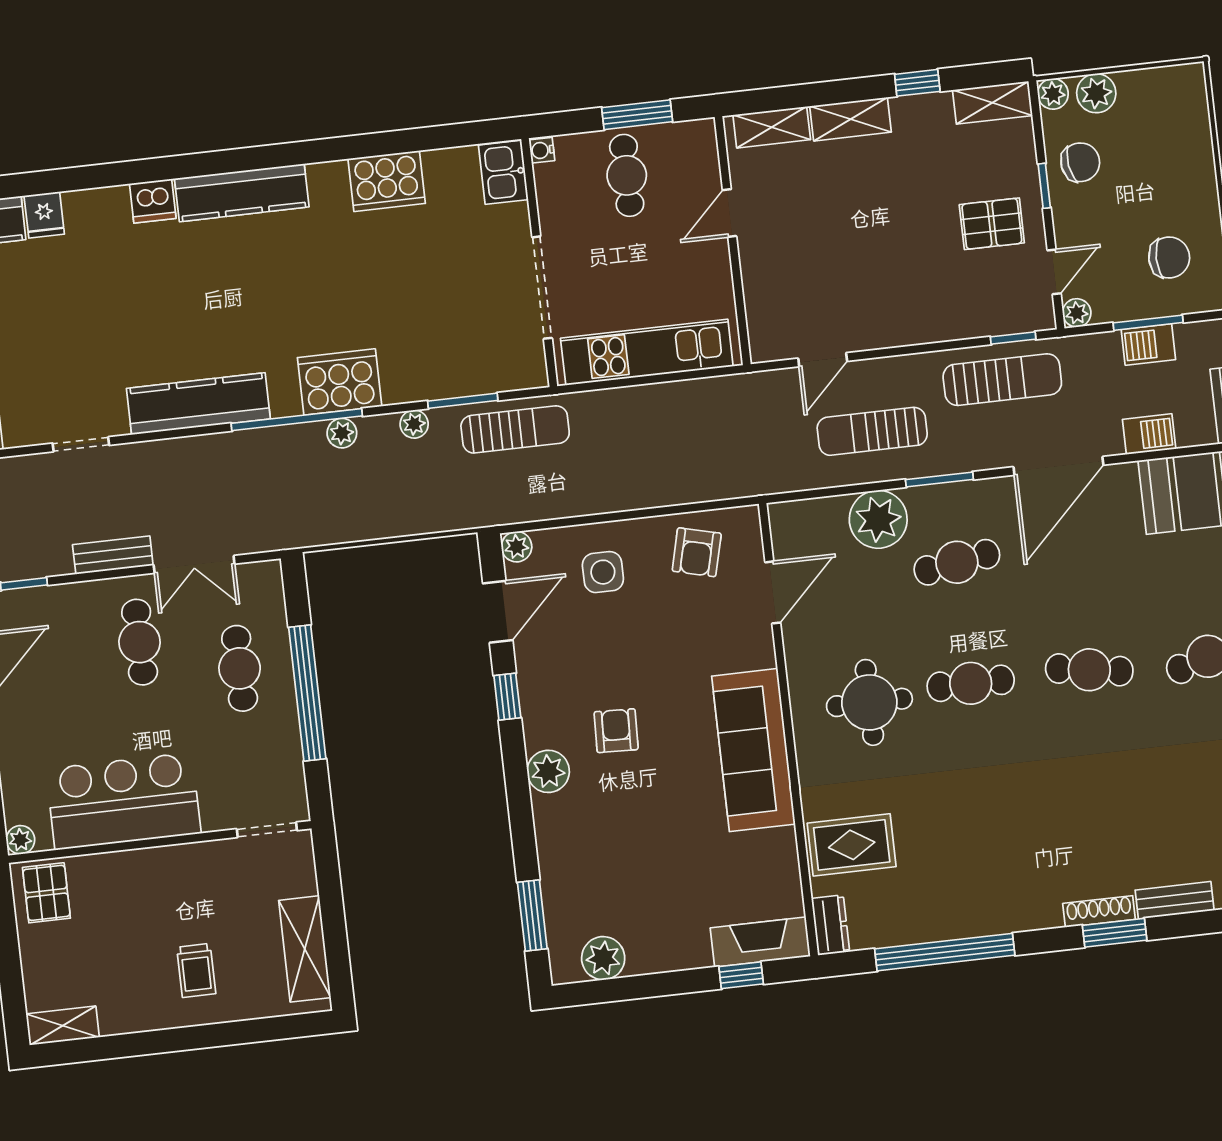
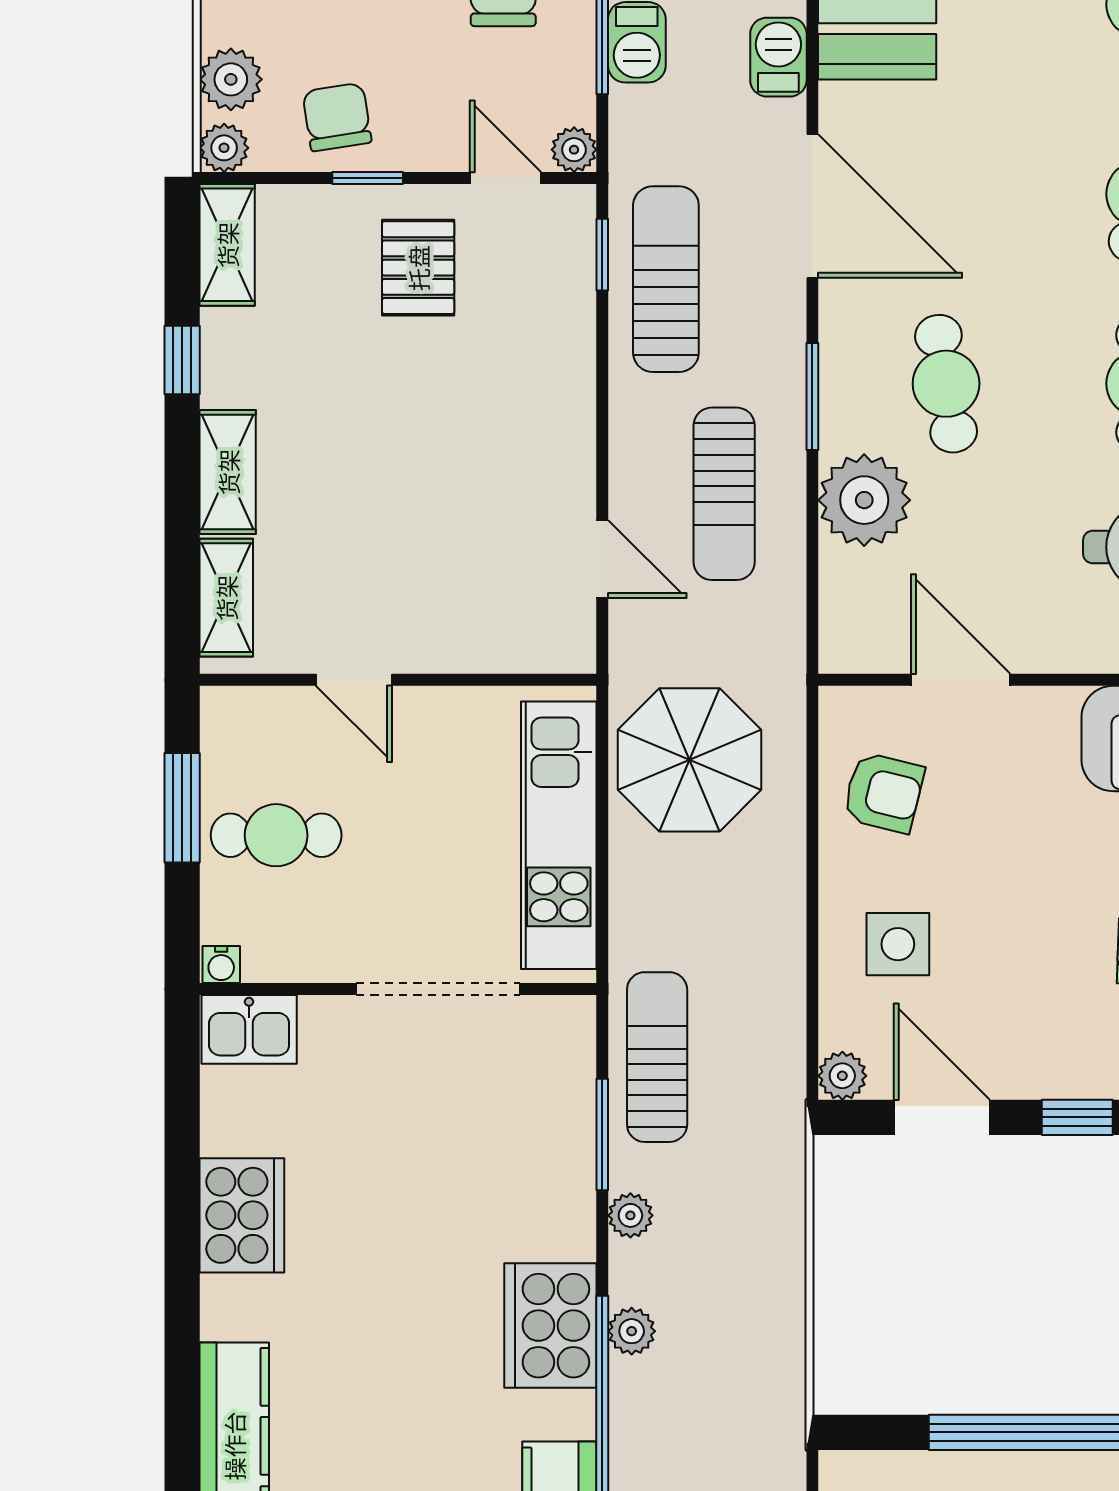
parasol: (703, 429) -> (690, 760), added

